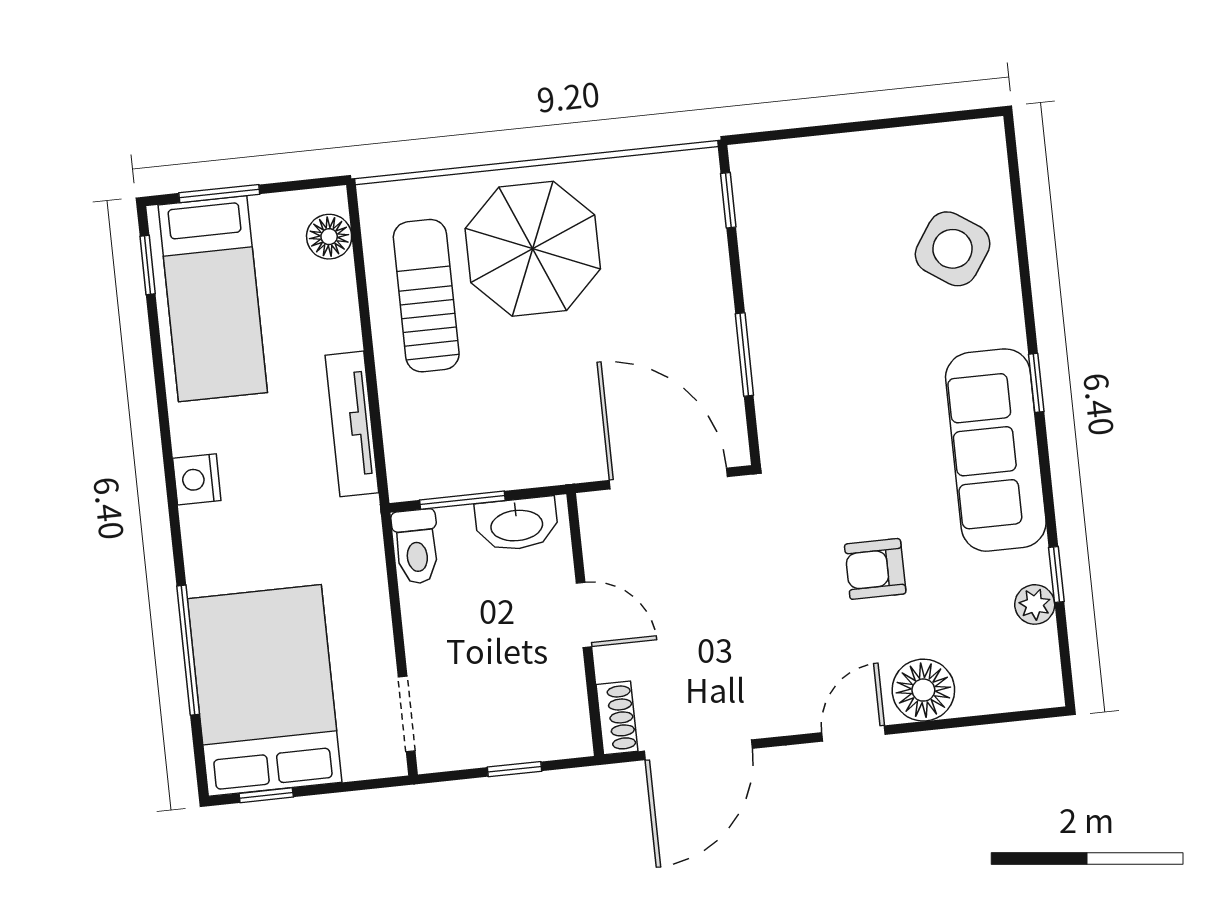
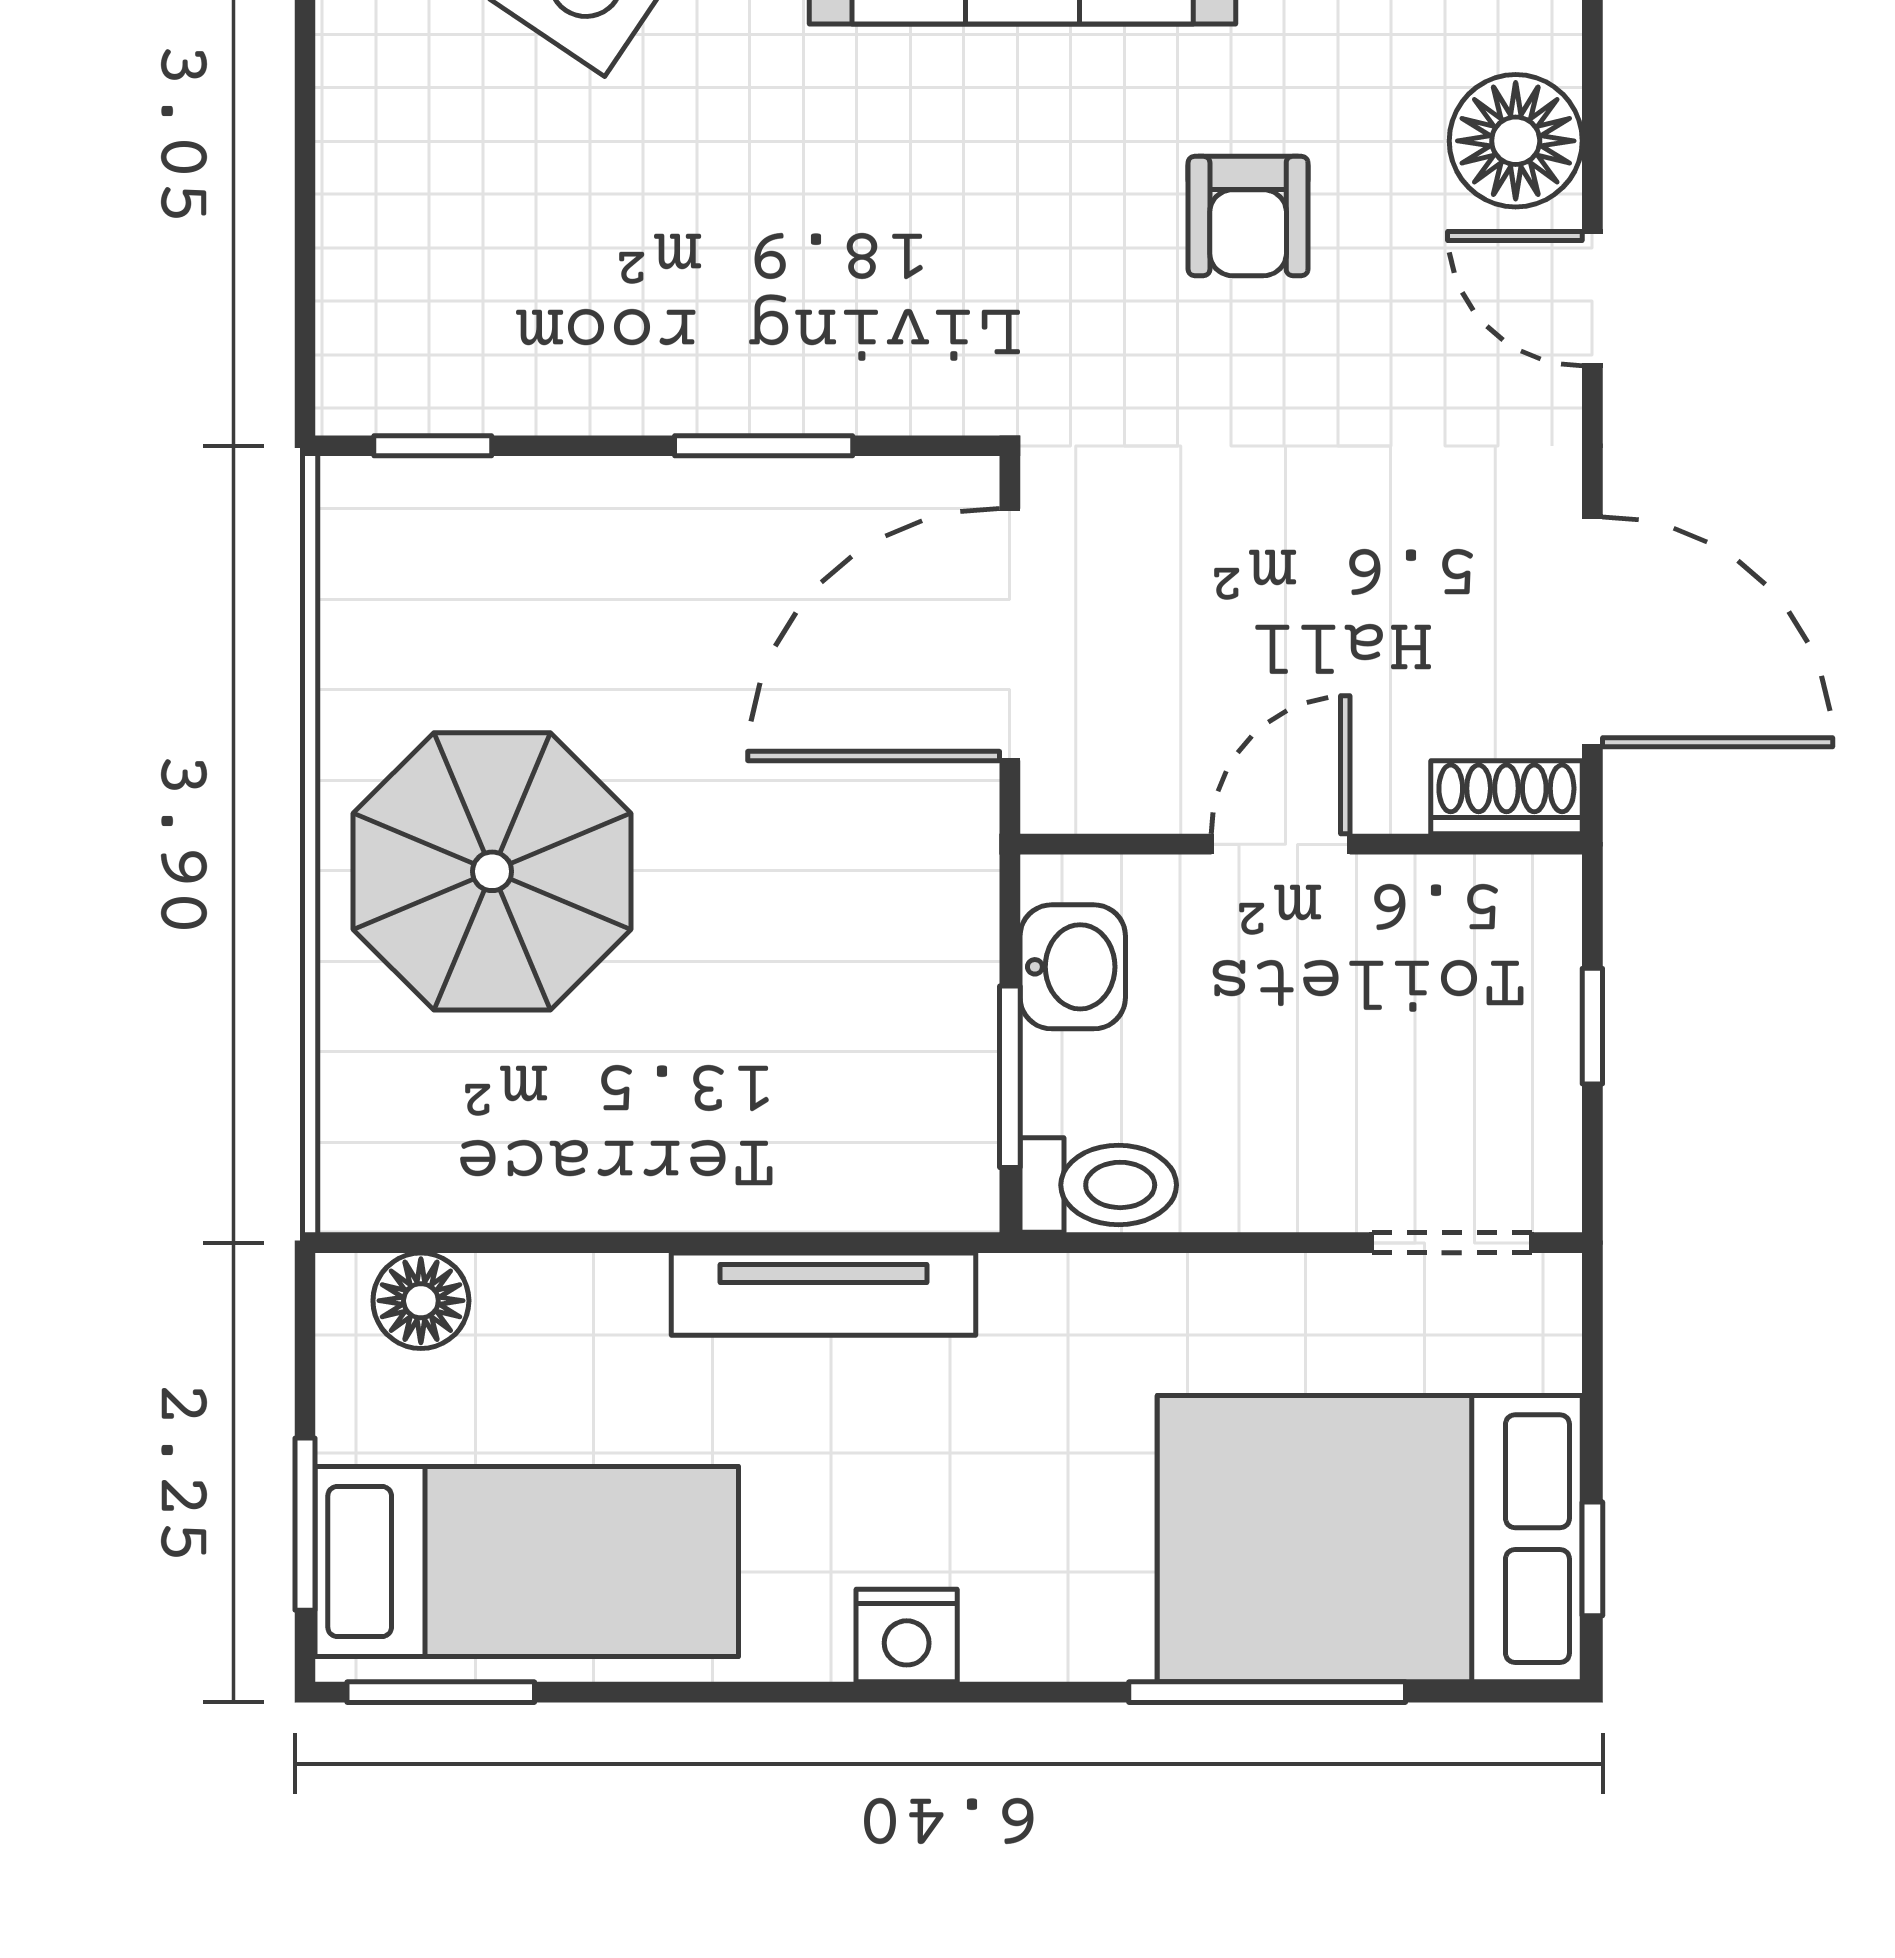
window: (148, 265) -> (441, 1692), width x1.50
sun lounger: (426, 296) -> (568, 1108), removed
washbasin: (517, 524) -> (1073, 967), width x0.72

